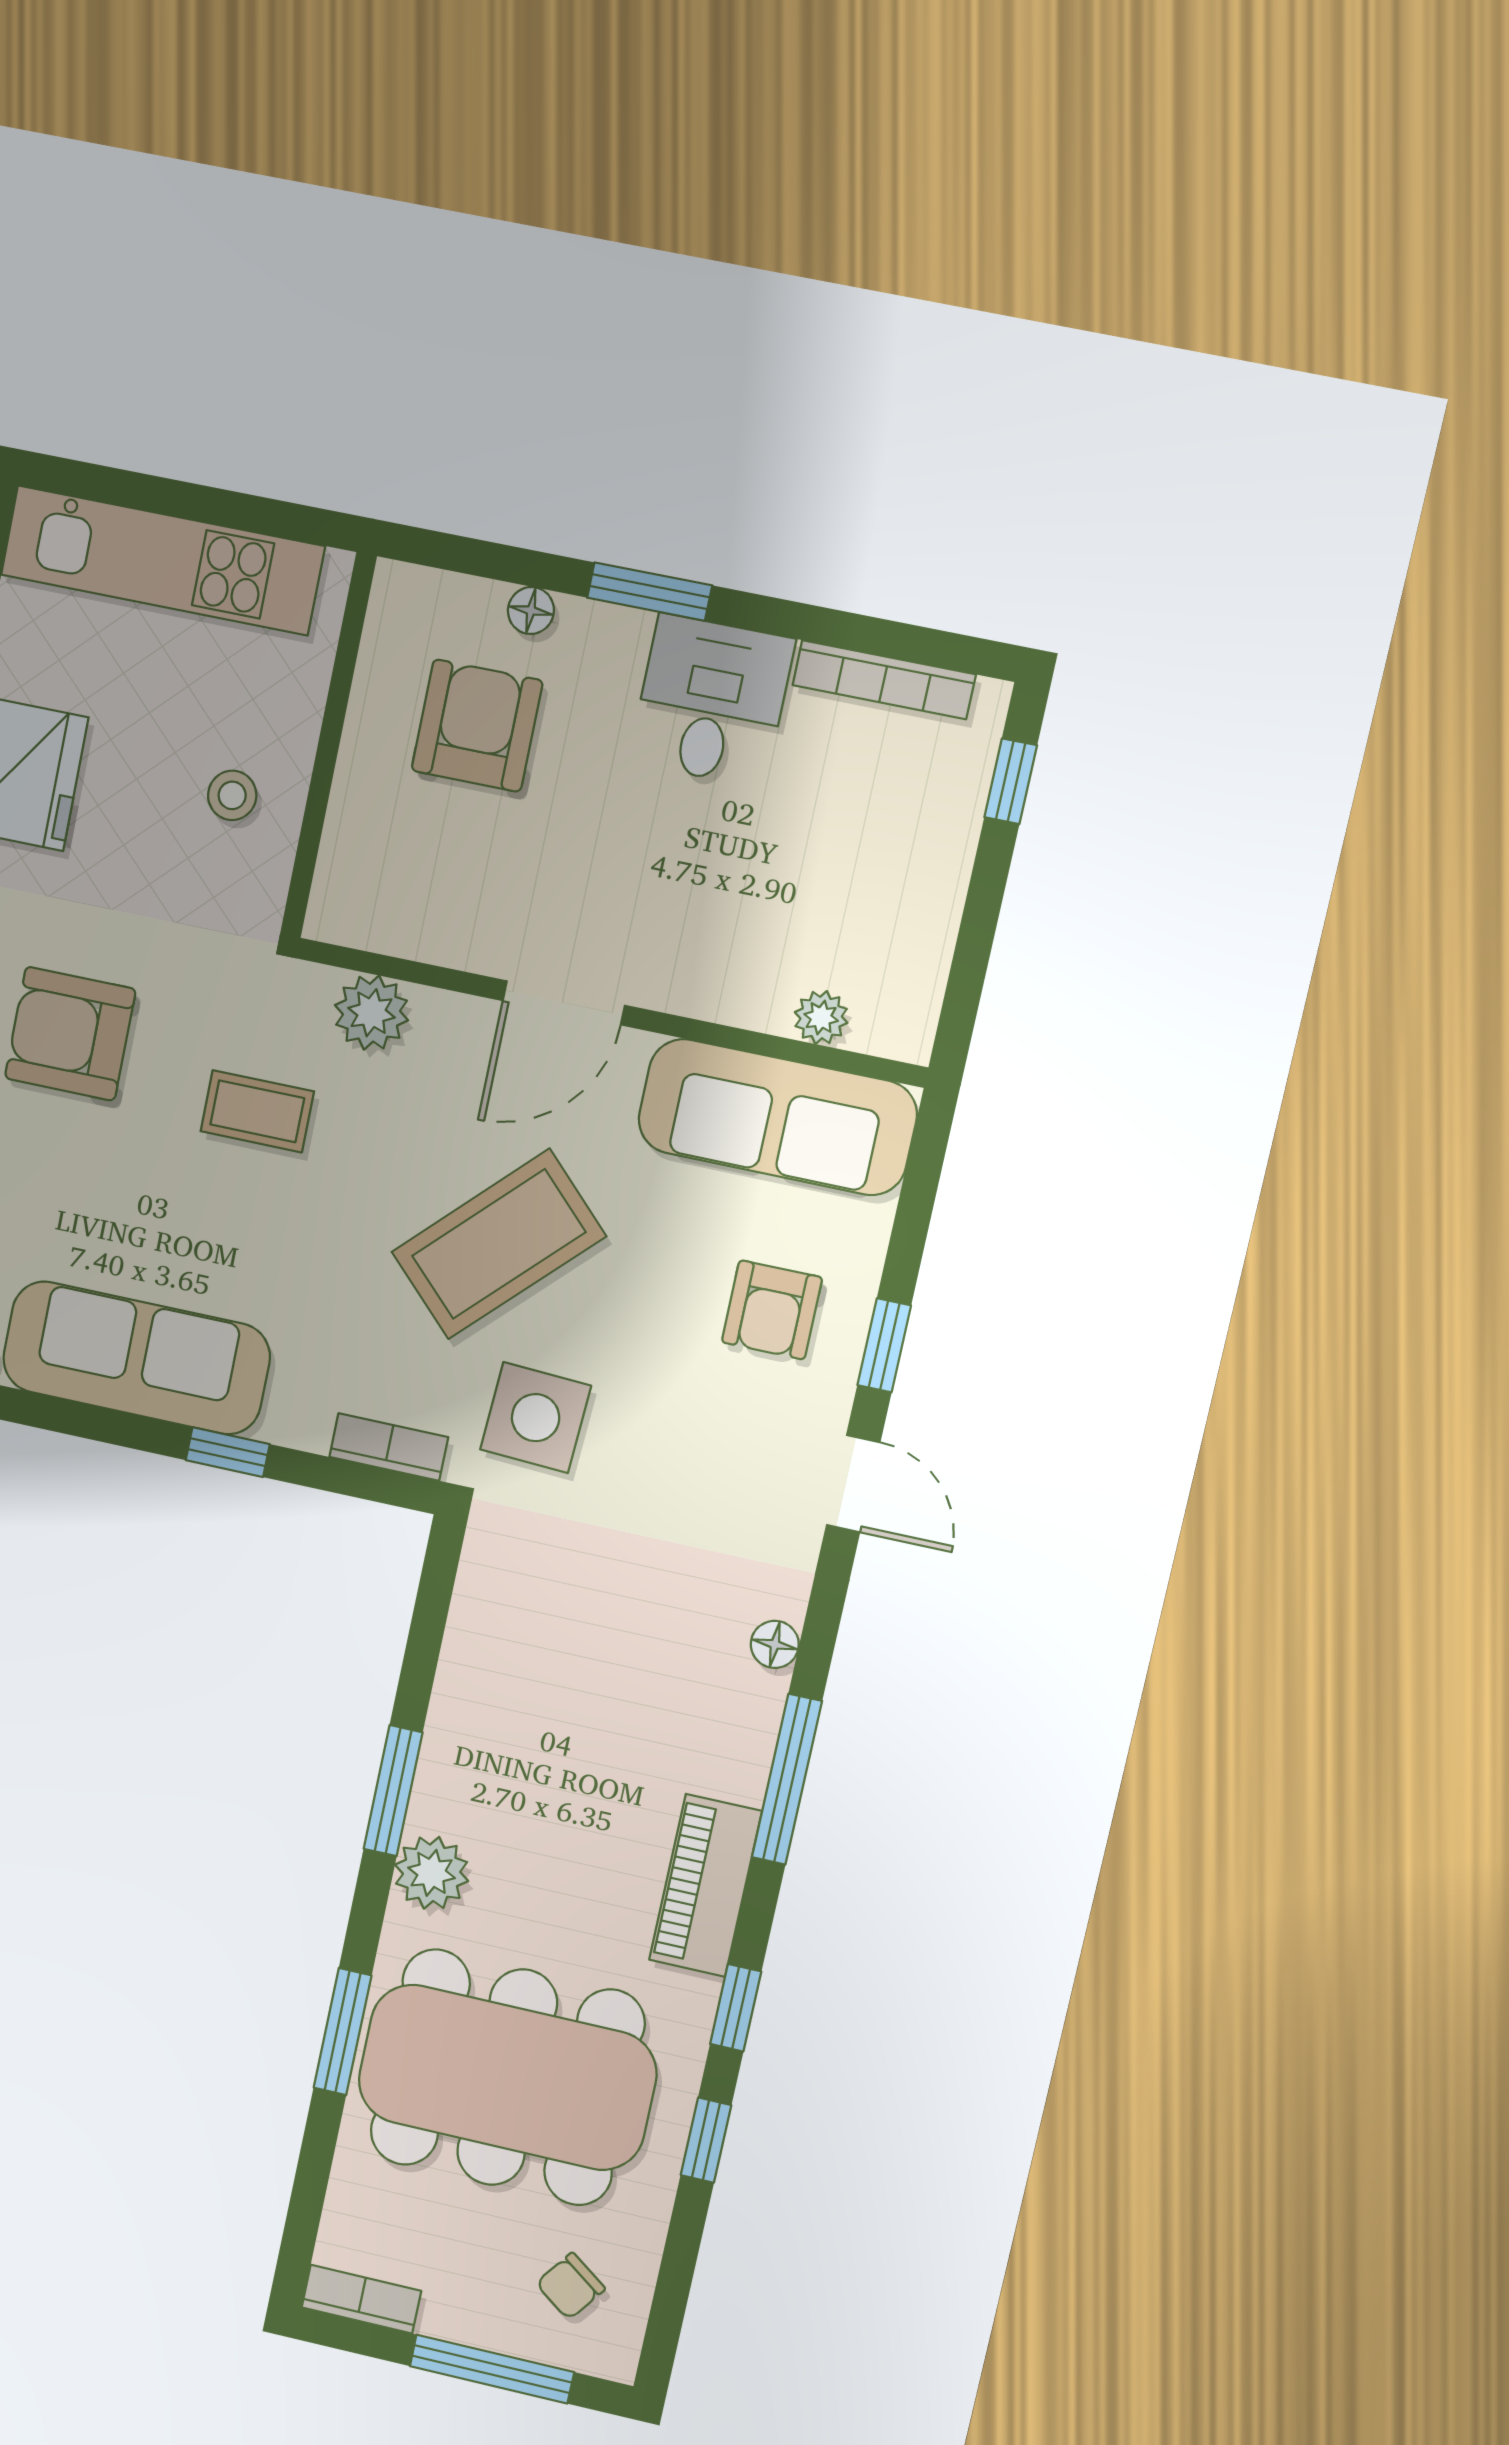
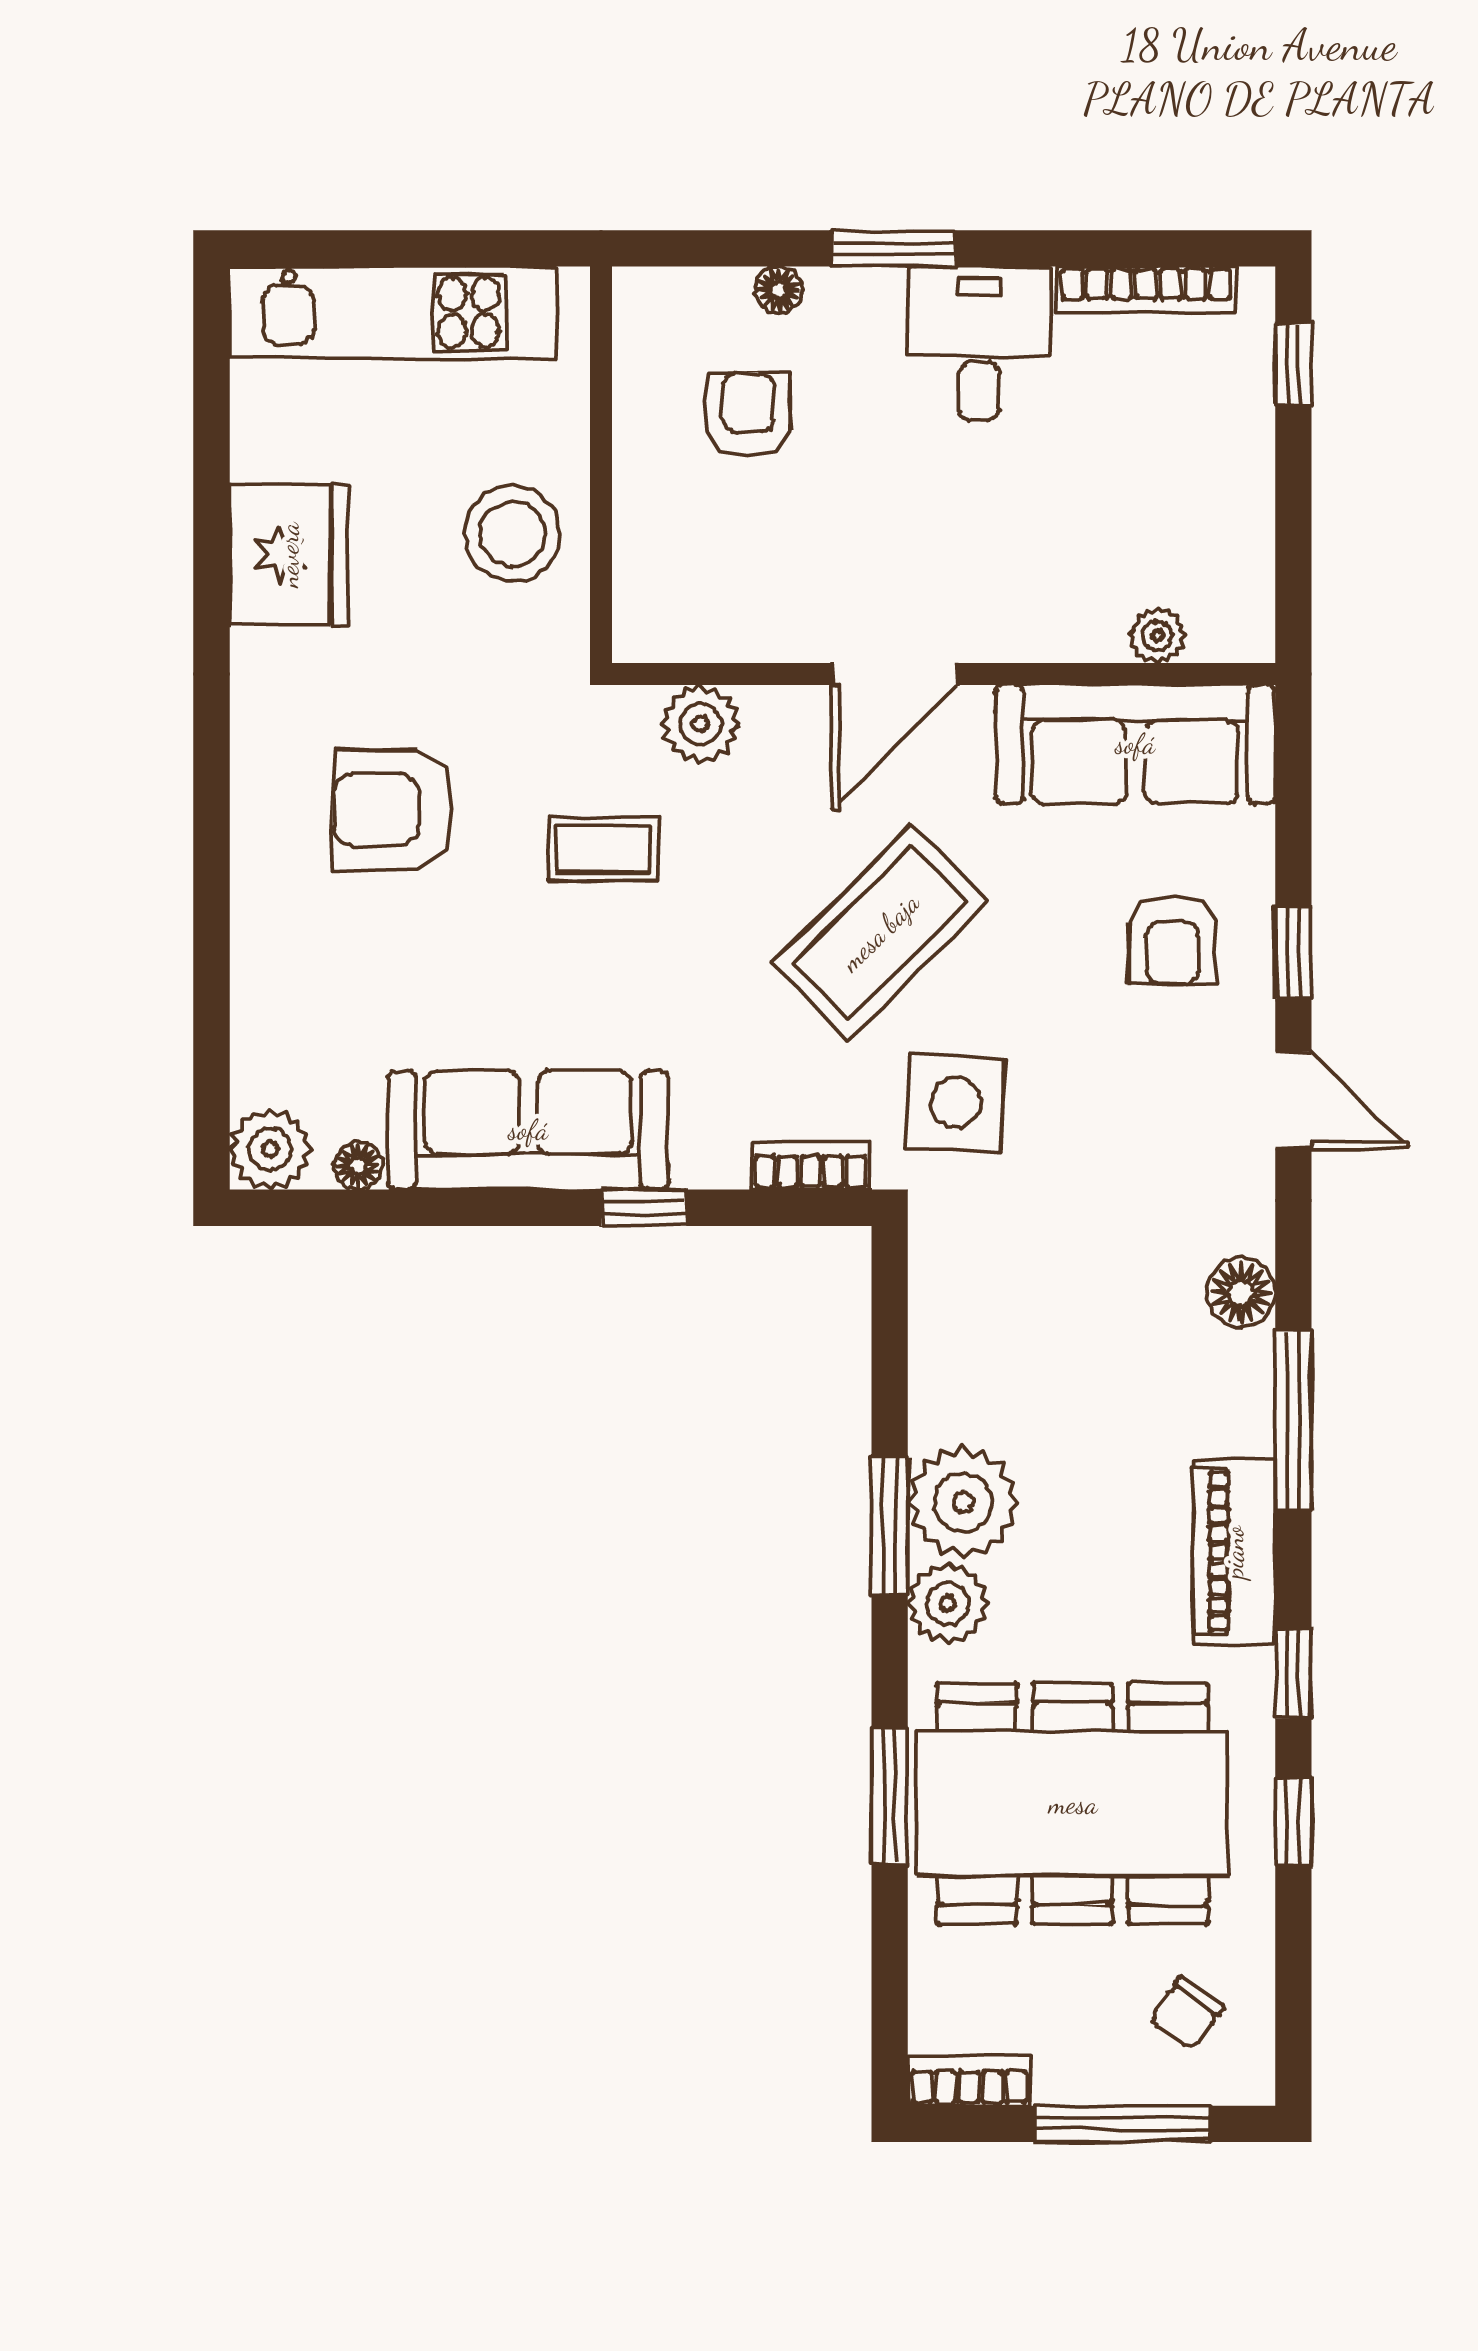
armchair: (477, 726) -> (748, 415), width x0.72, depth x0.72
stool: (232, 795) -> (512, 534), width x1.89, depth x1.89
floor lamp: (775, 1644) -> (1241, 1293), width x1.37, depth x1.37
plant: (465, 1785) -> (963, 1502), added

